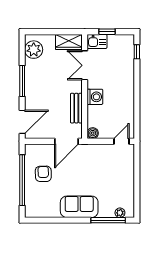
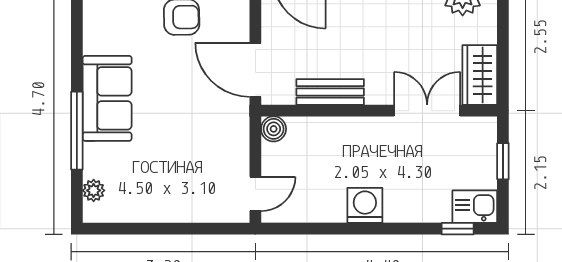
kitchen sink: (97, 41) -> (475, 207), moved, turned 90
washing machine: (95, 97) -> (365, 205), moved, turned 180
door: (121, 141) -> (255, 194), hinge flipped
window: (108, 220) -> (77, 131), moved

